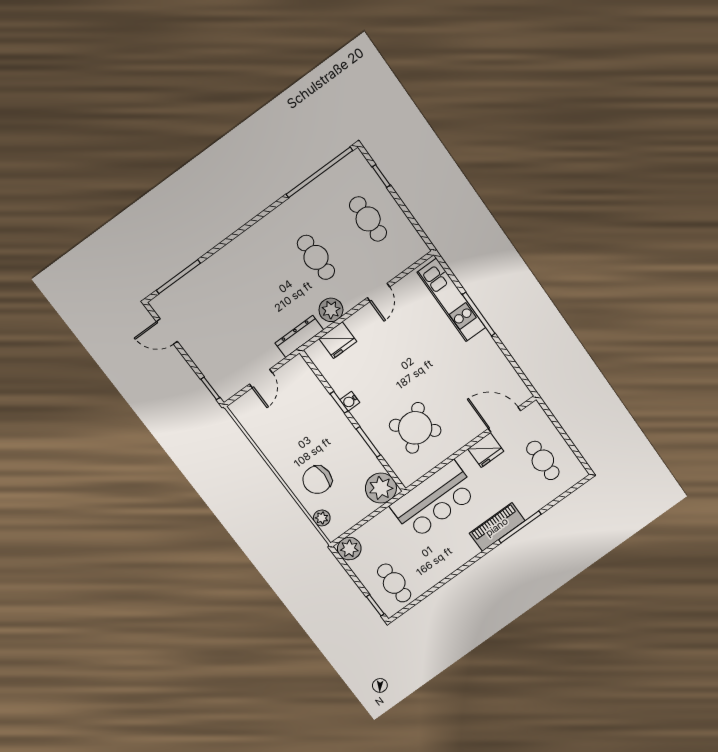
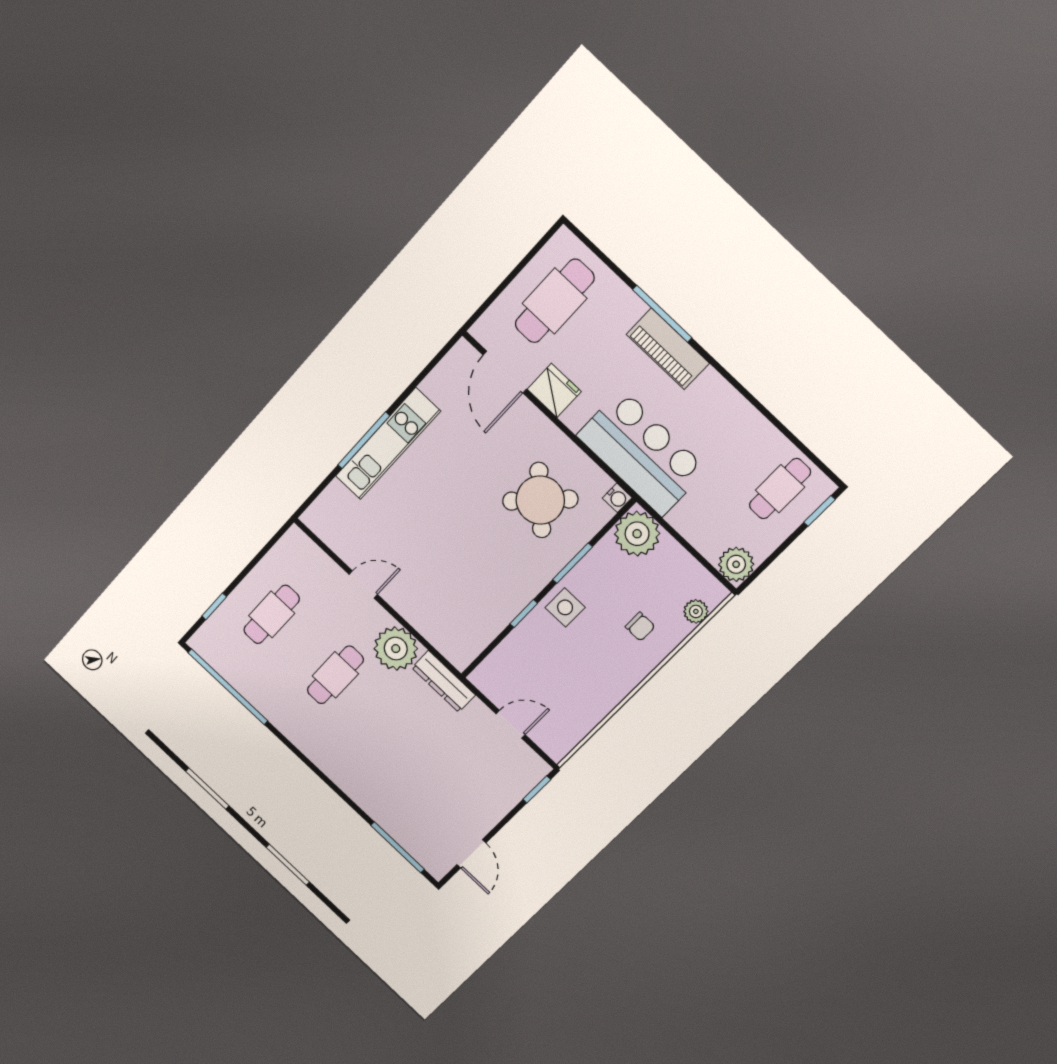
kitchen unit: (451, 300) -> (388, 444), moved
plant: (331, 310) -> (396, 649), width x1.36, depth x1.36
fridge: (338, 340) -> (438, 629), removed
water cooler: (350, 401) -> (617, 498), moved
side table: (339, 432) -> (565, 607), added
cafe table: (543, 460) -> (555, 301), width x1.37, depth x1.35
chair: (317, 480) -> (640, 627), width x0.54, depth x0.54

